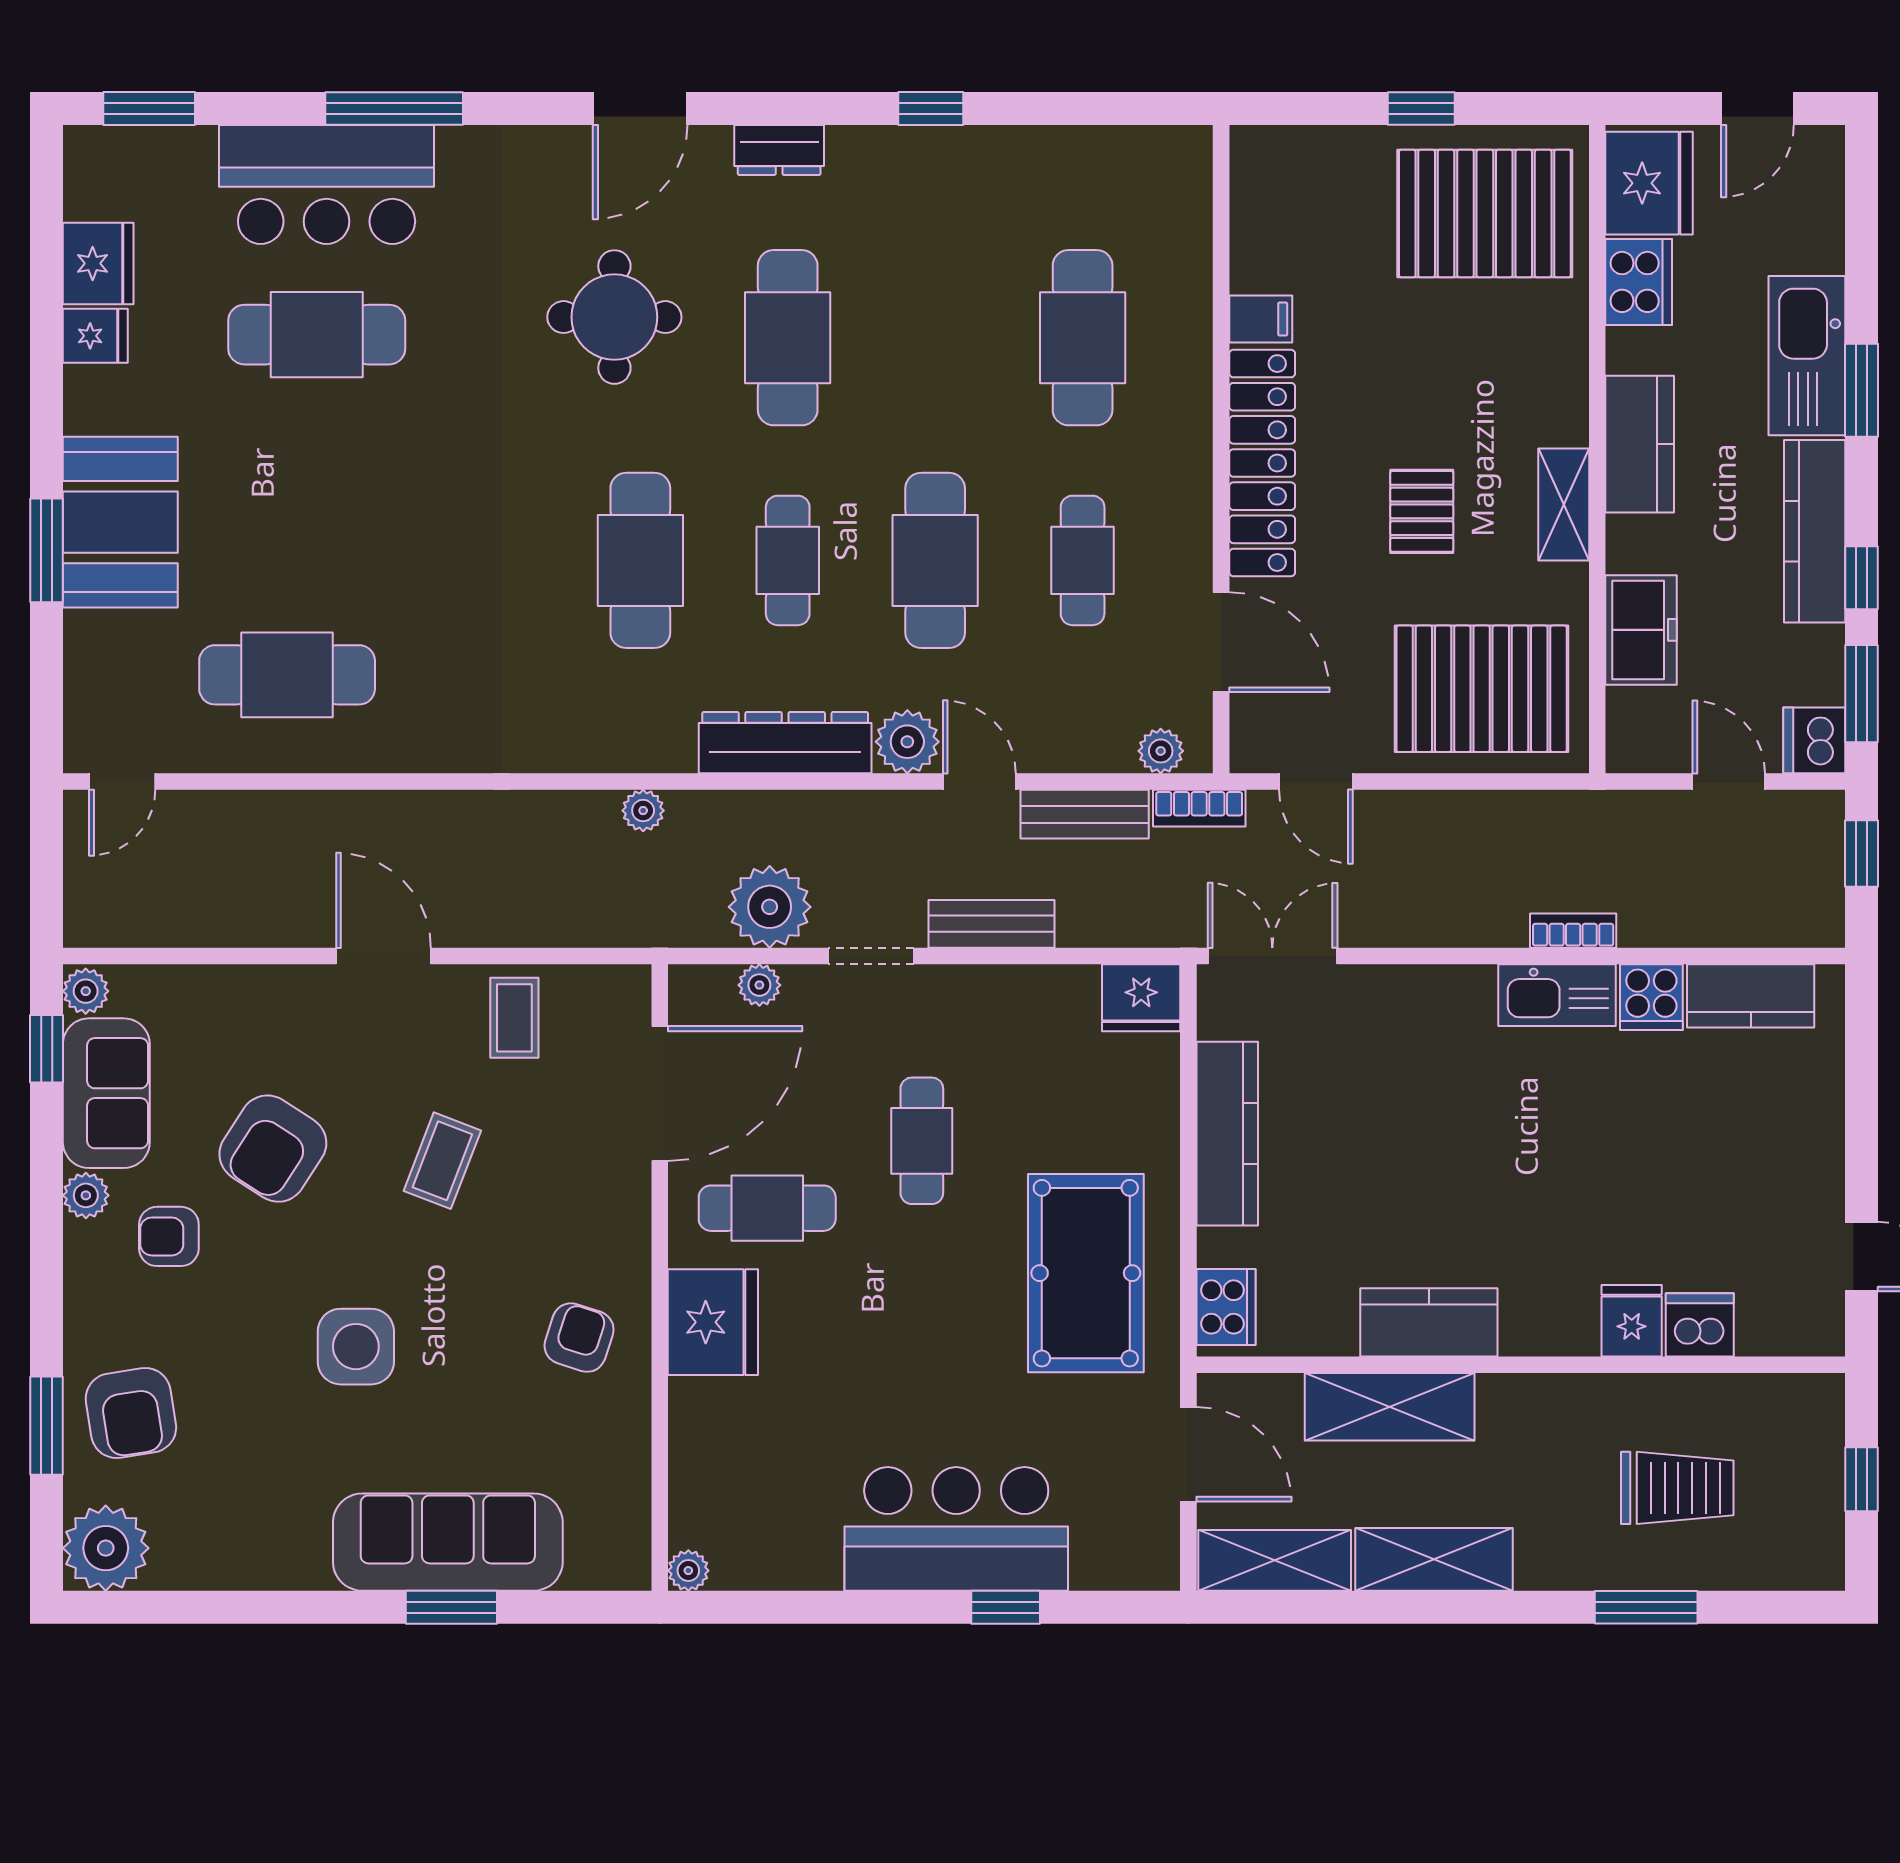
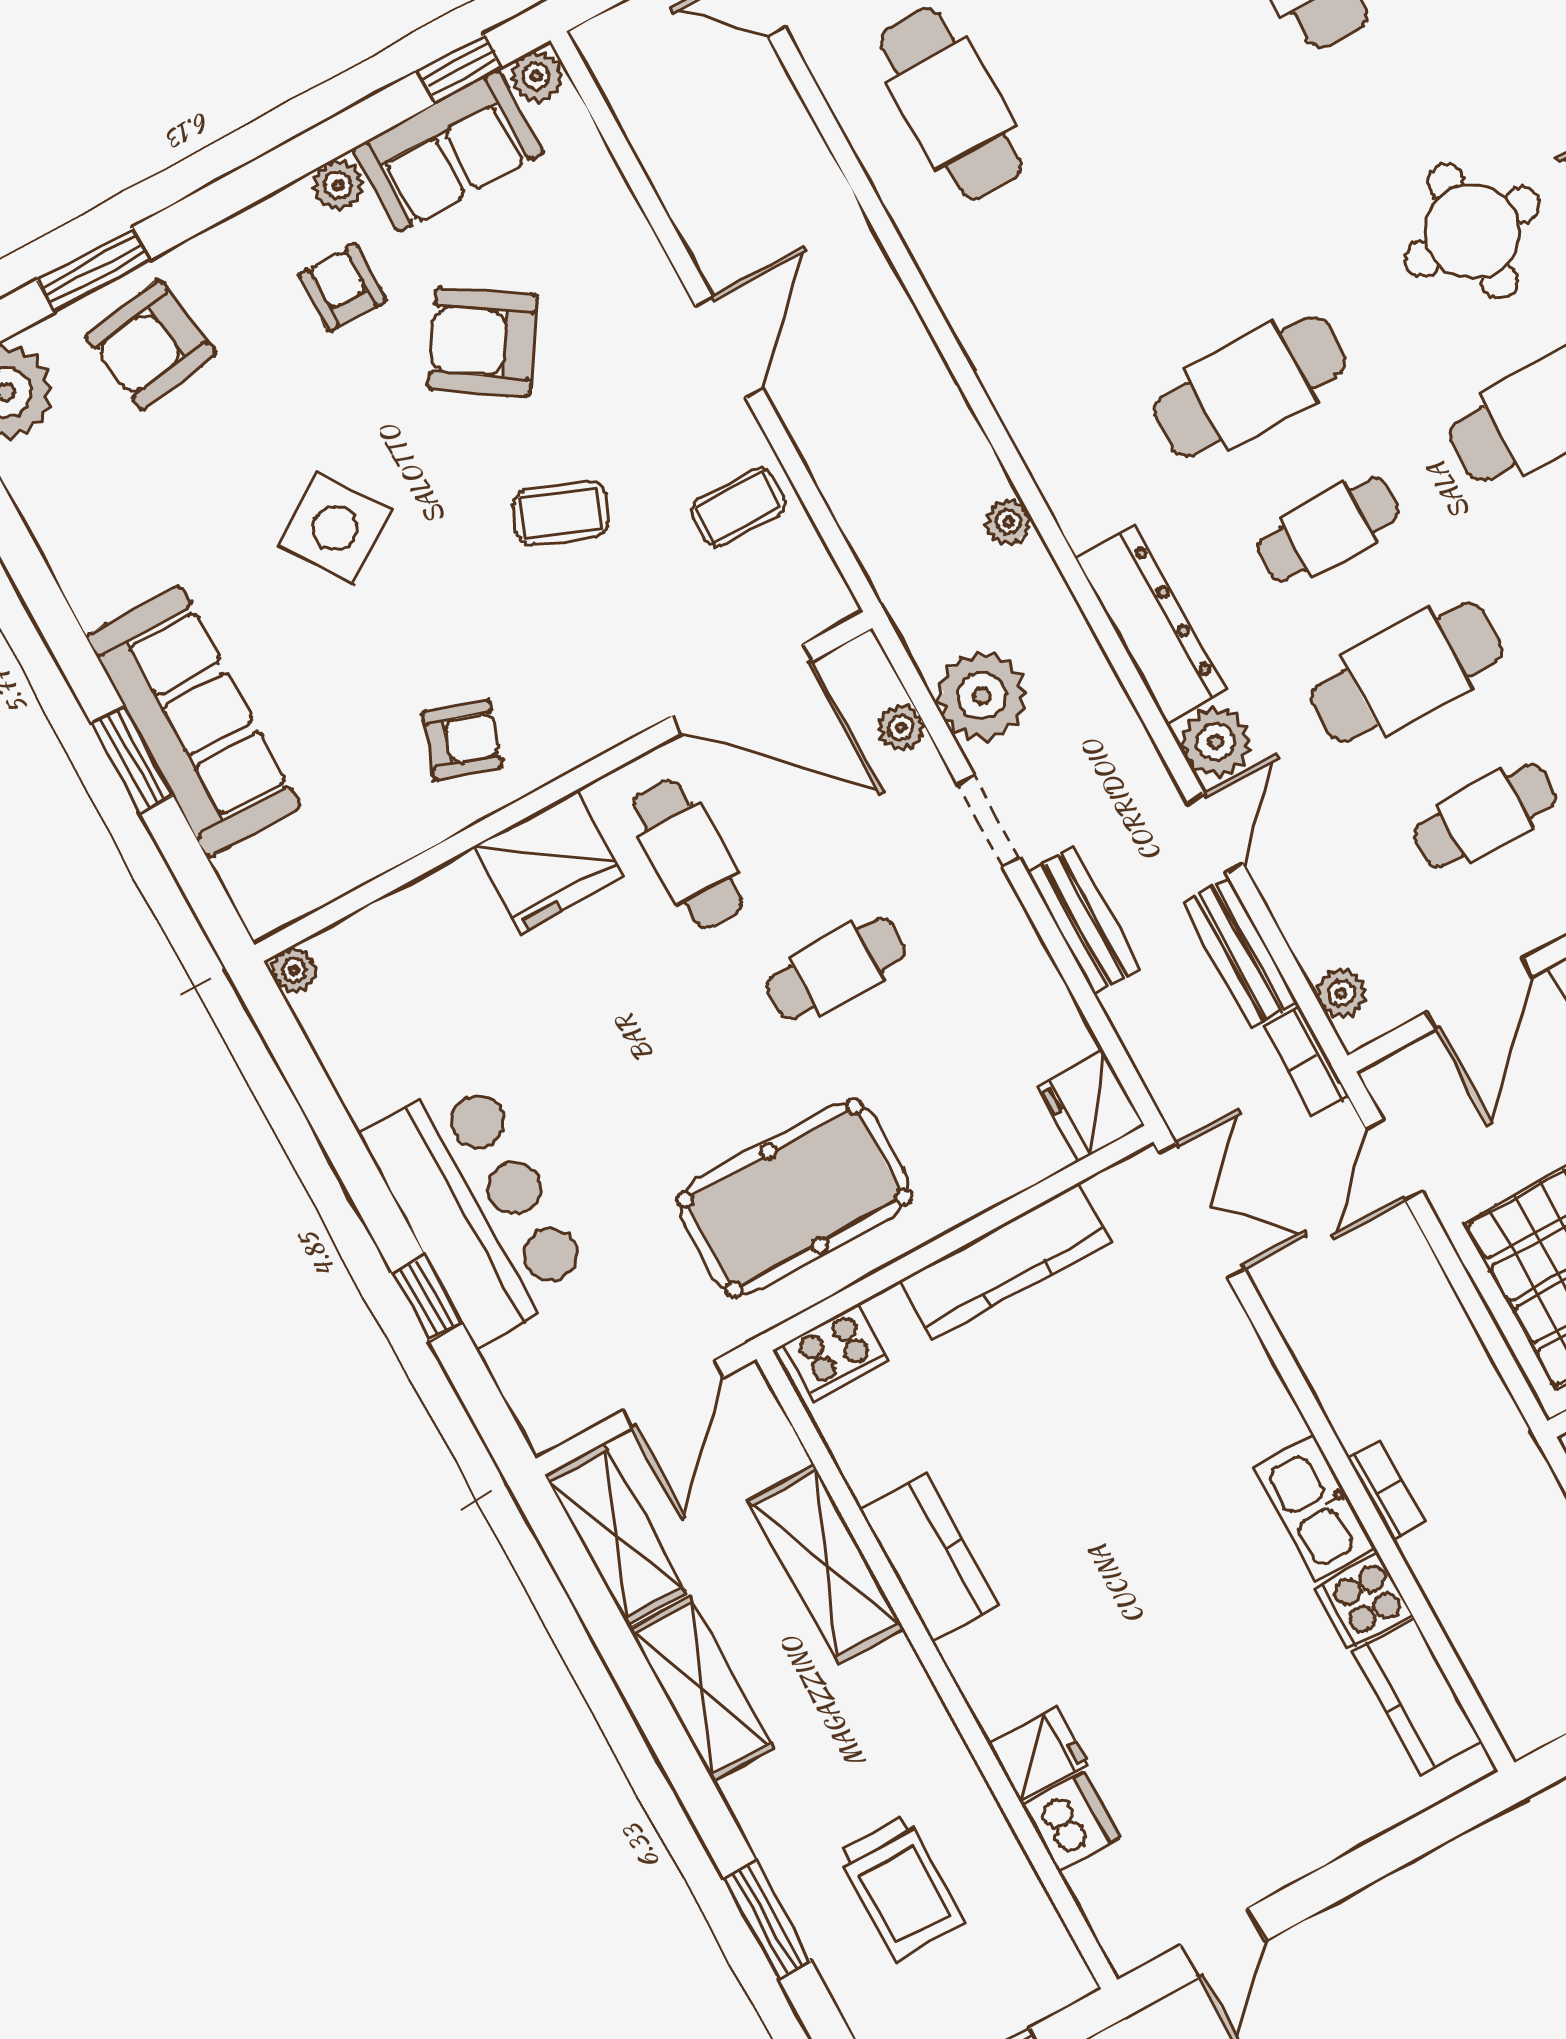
side table: (356, 1347) -> (335, 528), turned -34

